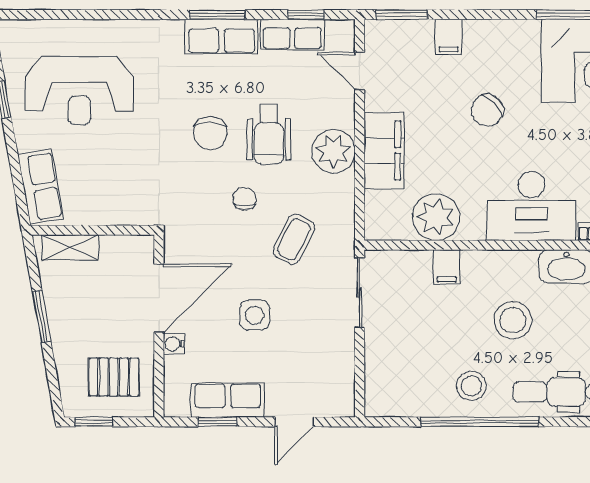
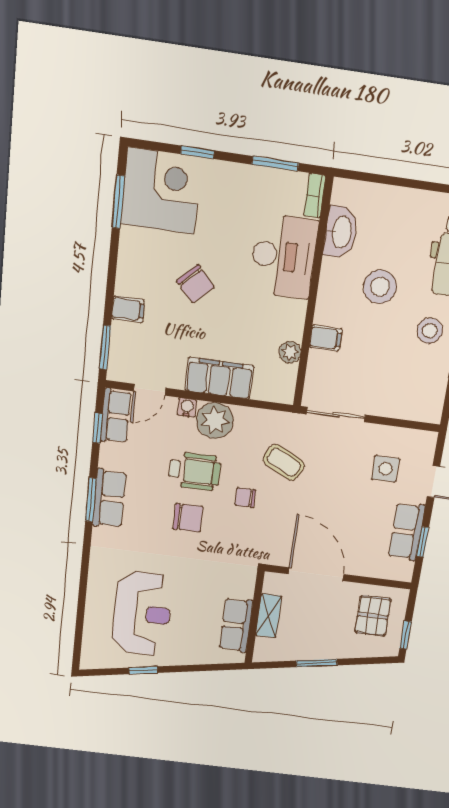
row of seats: (292, 34) -> (116, 416), moved
row of seats: (41, 187) -> (236, 625), moved, turned -80
plant: (436, 217) -> (290, 352), width x0.53, depth x0.53
shelving: (70, 247) -> (269, 616), moved
side table: (255, 315) -> (385, 469), moved
water cooler: (174, 344) -> (187, 407), moved, turned 180

